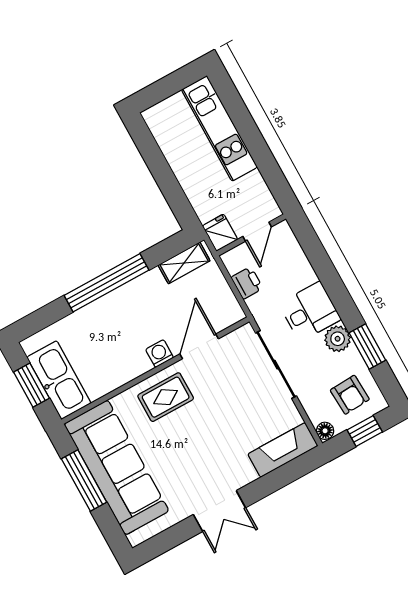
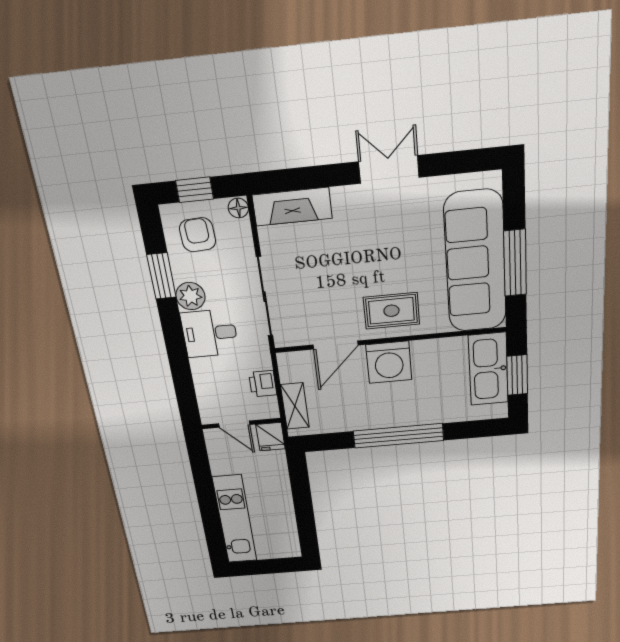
door: (257, 232) -> (234, 424), swing flipped
shelving: (184, 263) -> (295, 406), moved, turned 90
washing machine: (160, 354) -> (389, 362), width x1.89, depth x1.89

